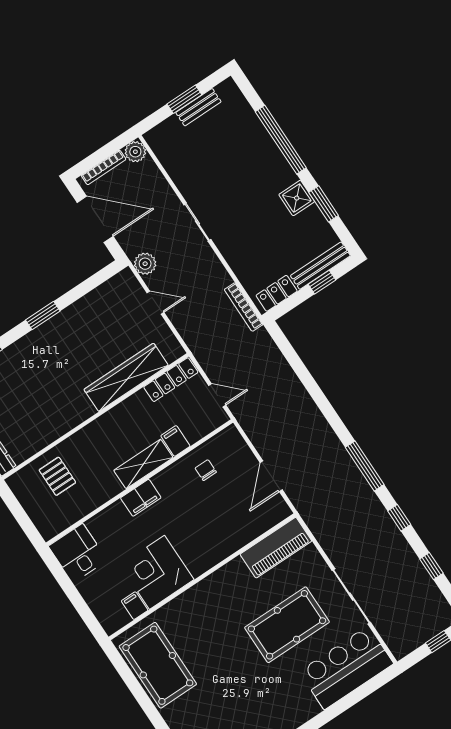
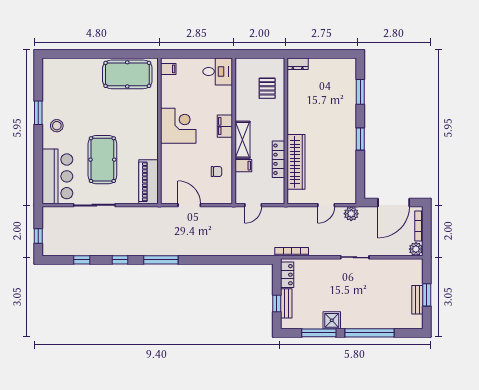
window: (324, 204) -> (319, 333), width x1.44
bench: (320, 266) -> (286, 303), width x0.73
locker: (171, 380) -> (279, 159), moved
pallet: (57, 476) -> (267, 88), turned 90
corner desk: (157, 572) -> (178, 126), moved
filing cabinet: (135, 606) -> (168, 69), moved
stool: (282, 711) -> (57, 126), added

